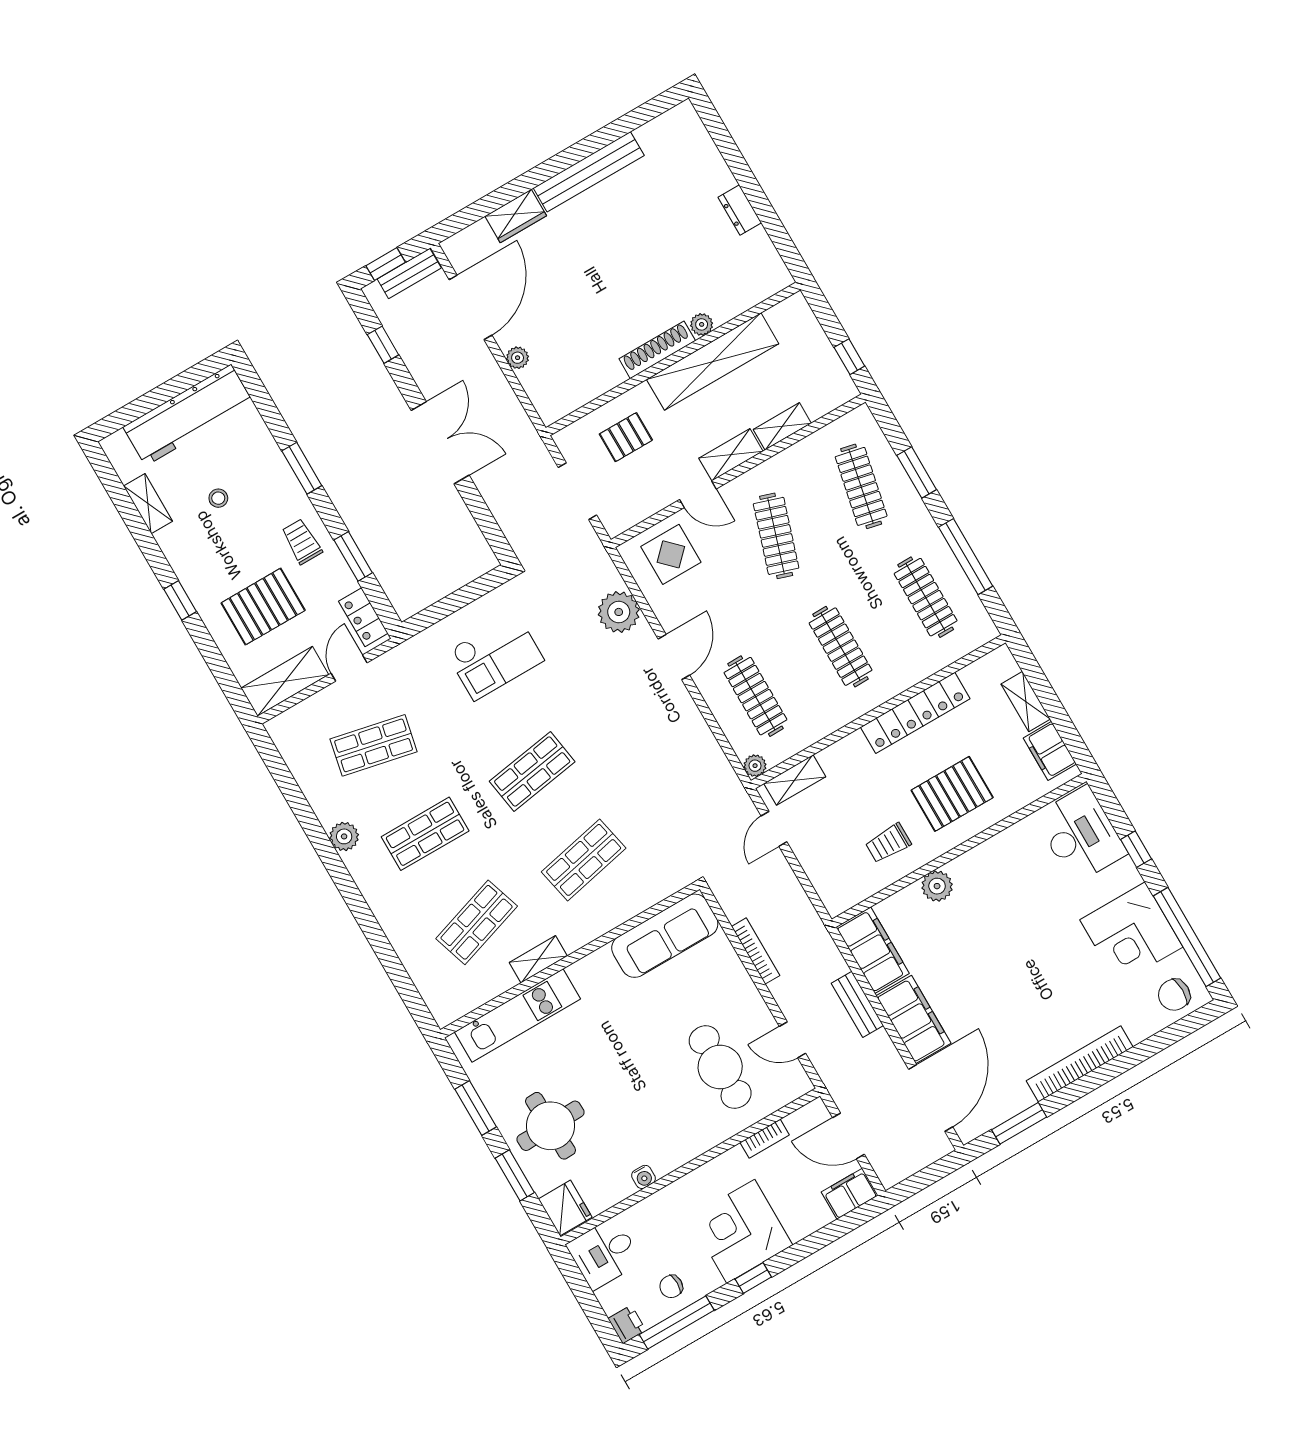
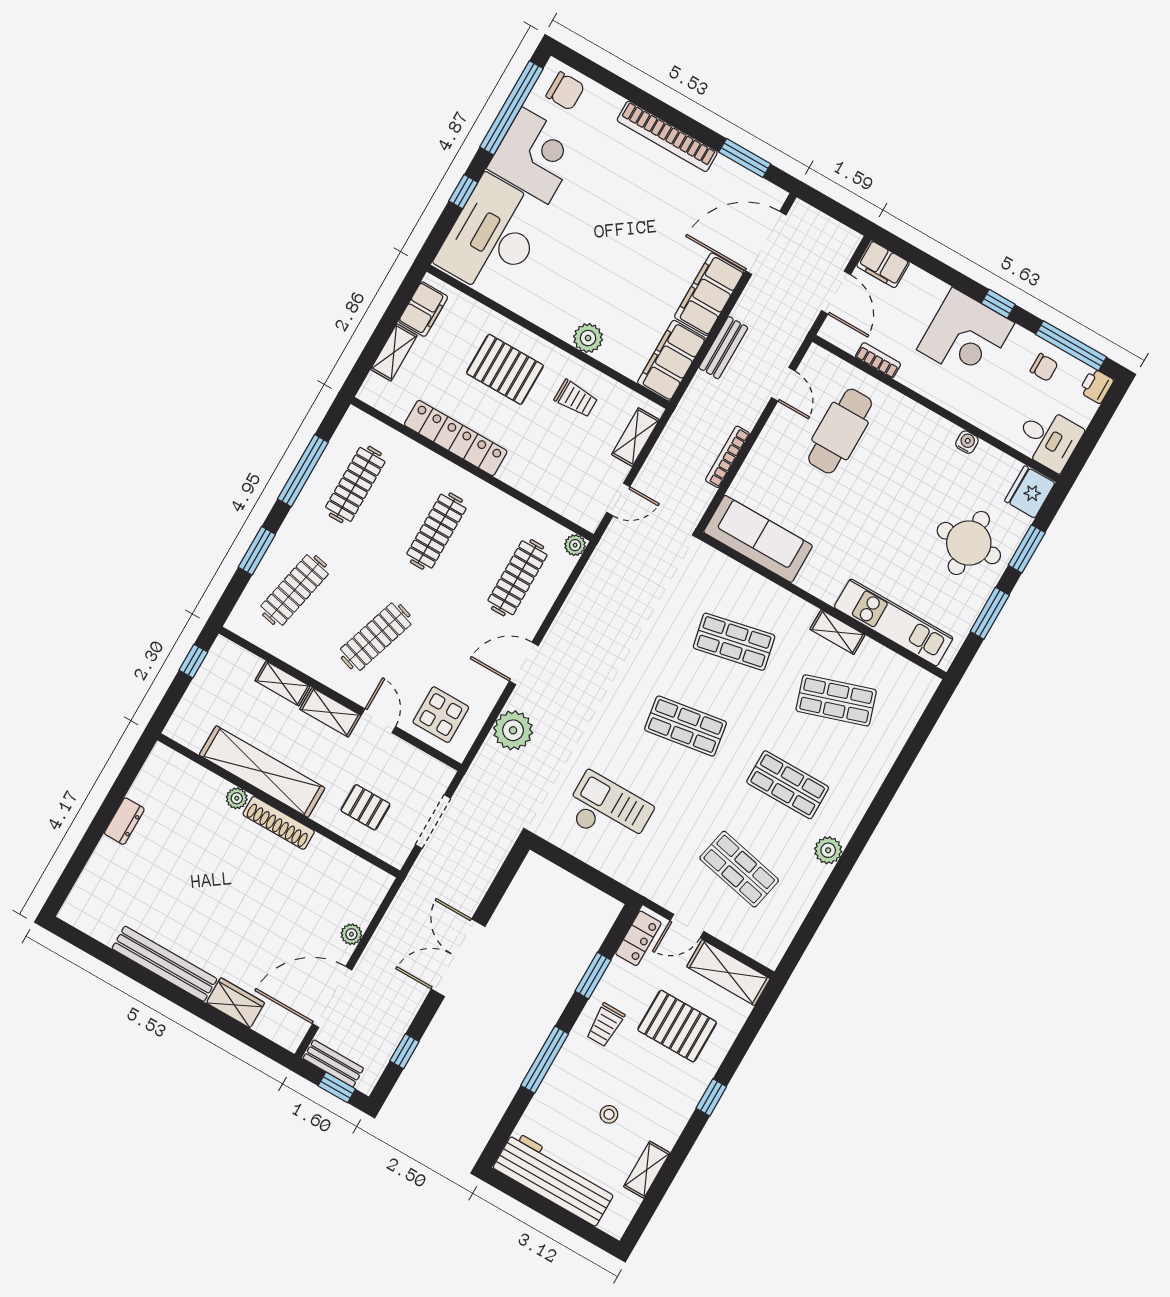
window: (302, 468) -> (545, 1060), width x1.44
shelving: (795, 780) -> (635, 437), moved, turned 90
desk: (1081, 835) -> (493, 236), width x1.36, depth x1.30

